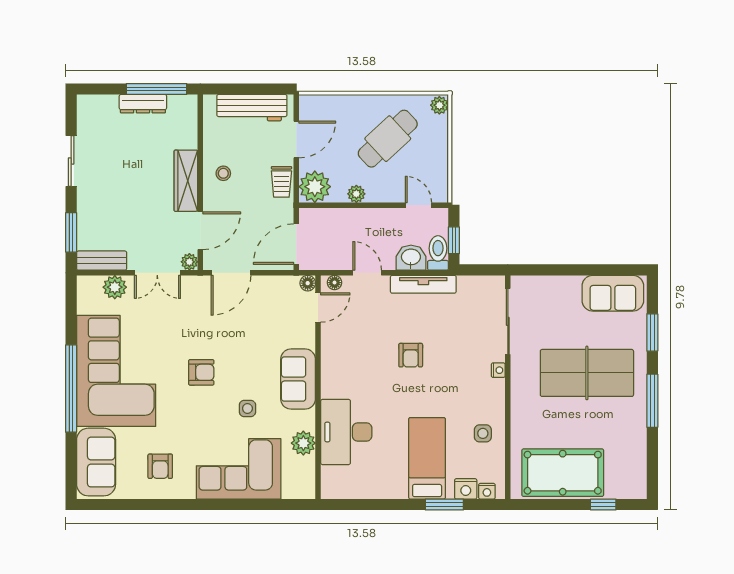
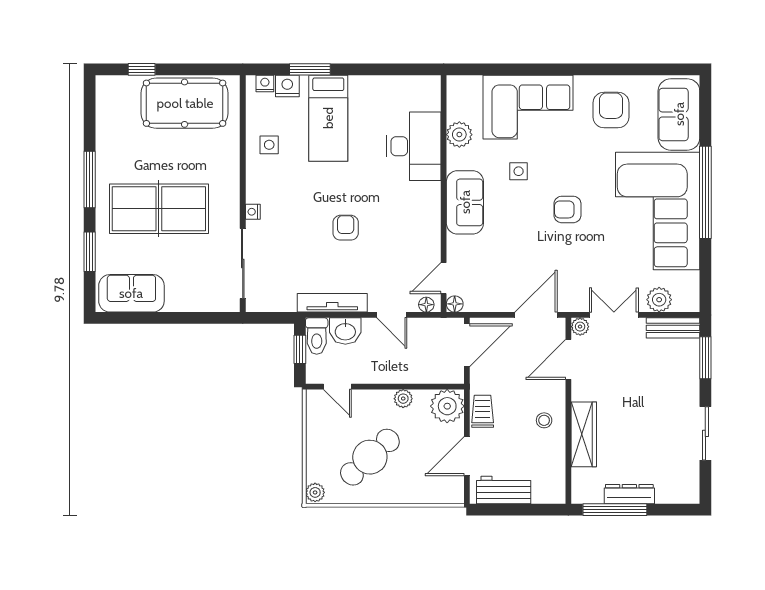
workbench: (252, 108) -> (504, 490), width x0.73
wardrobe: (186, 181) -> (584, 434), moved
armchair: (160, 466) -> (611, 110), width x1.38, depth x1.38

